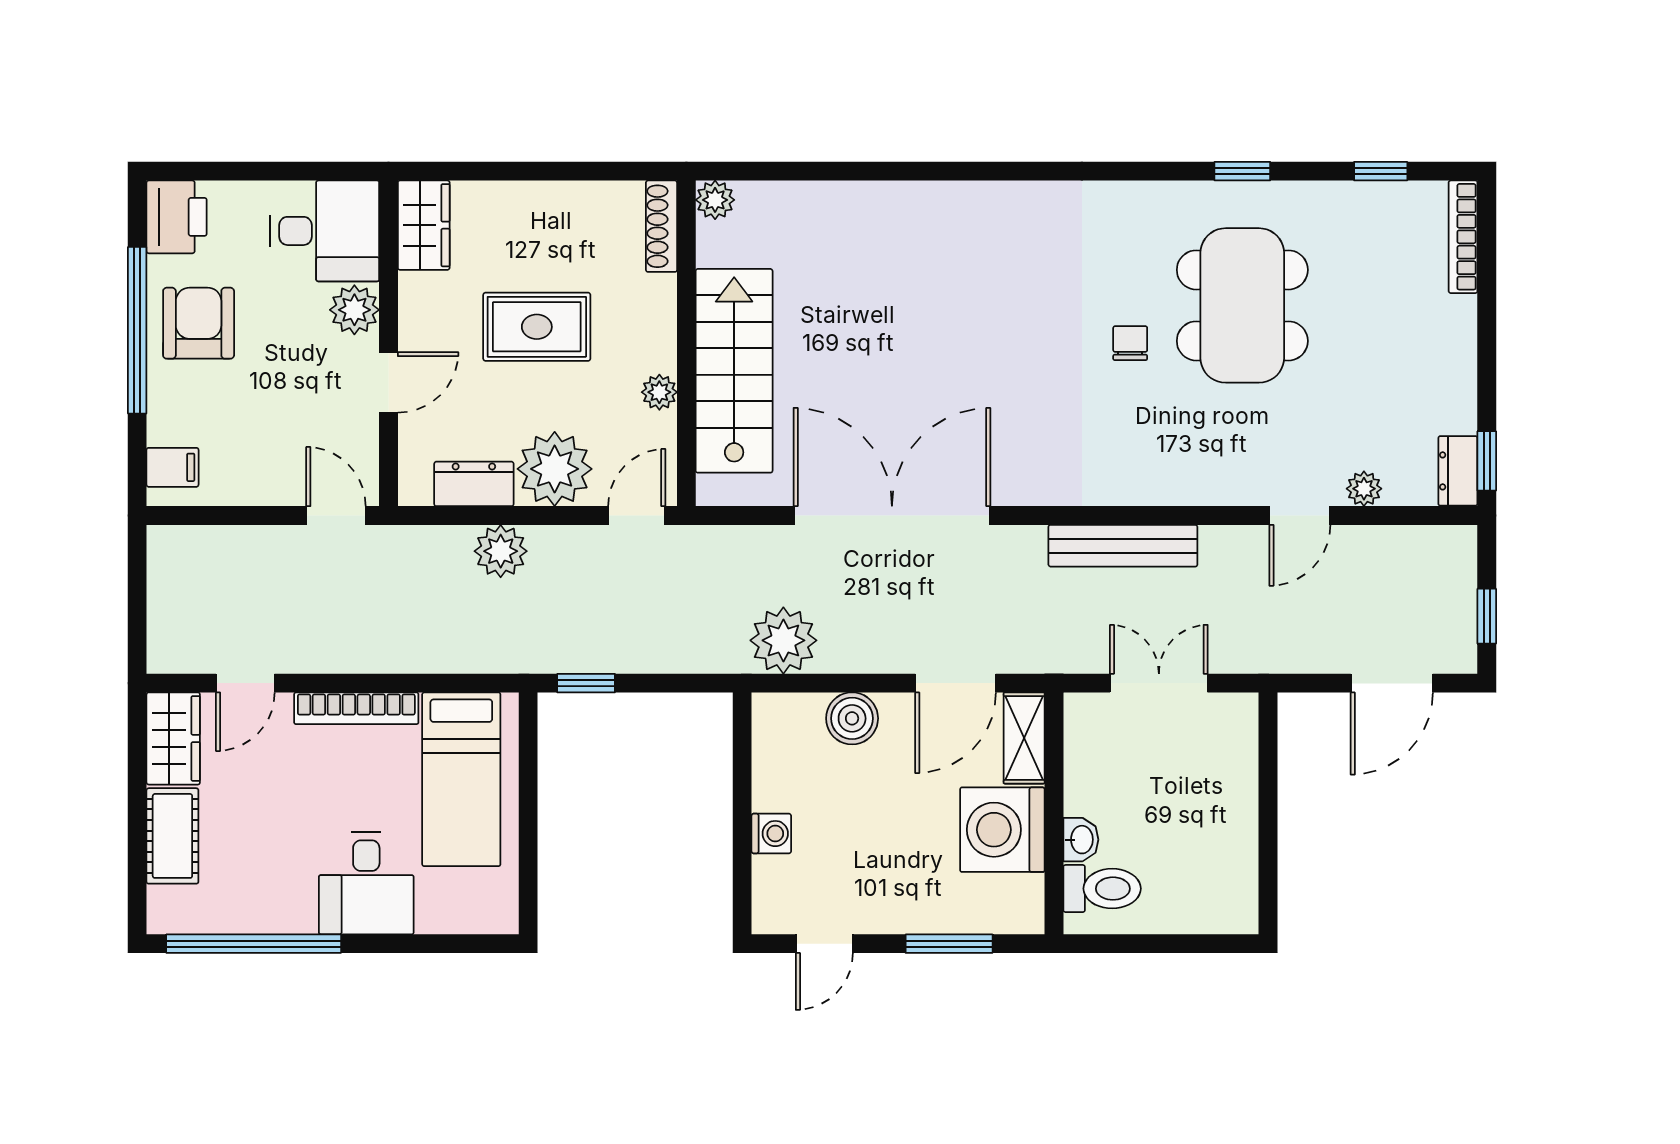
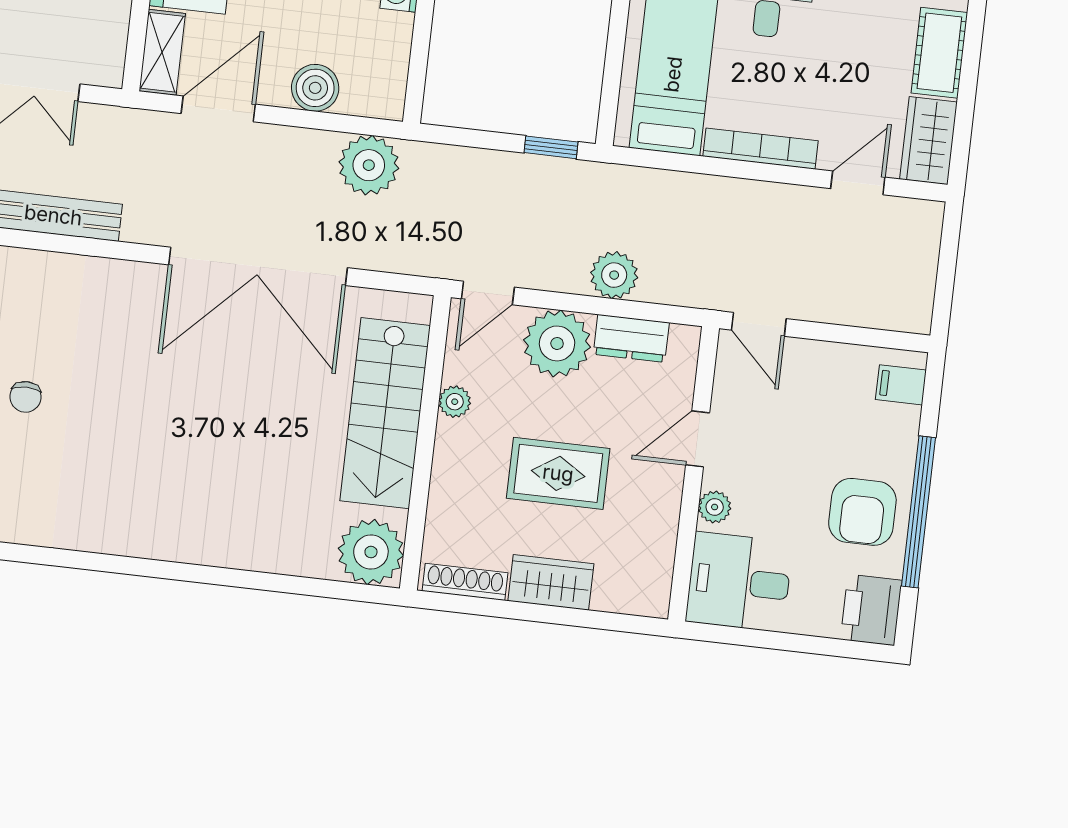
plant: (715, 200) -> (371, 552), width x1.87, depth x1.87
wardrobe: (424, 225) -> (551, 582), moved, turned 90
shoe rack: (661, 226) -> (465, 582), moved, turned -90
plant: (354, 310) -> (715, 507), width x0.73, depth x0.73

